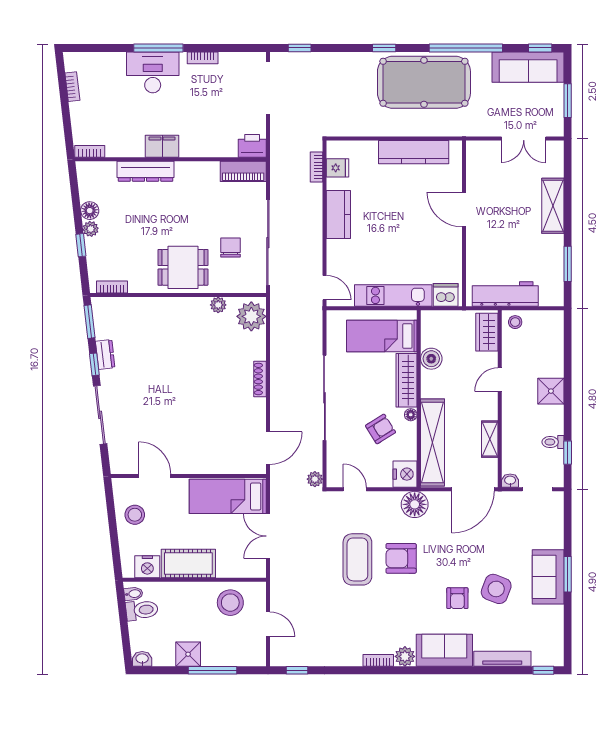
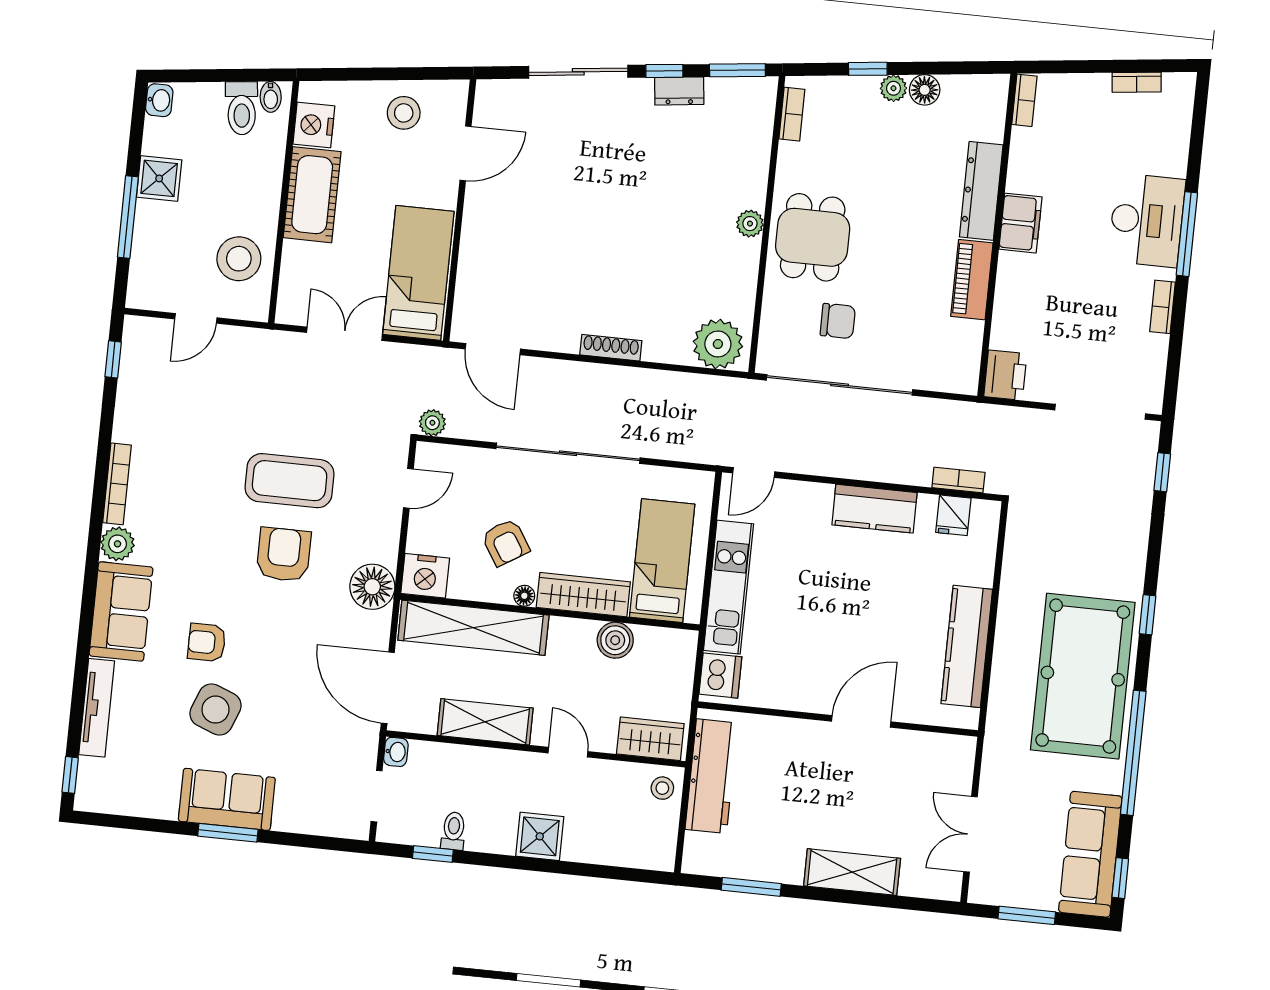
piano: (243, 171) -> (972, 280), moved
plant: (218, 305) -> (750, 224), moved
shelving: (490, 439) -> (485, 722), width x1.50, depth x1.33
bookcase: (378, 660) -> (117, 484), width x1.56

